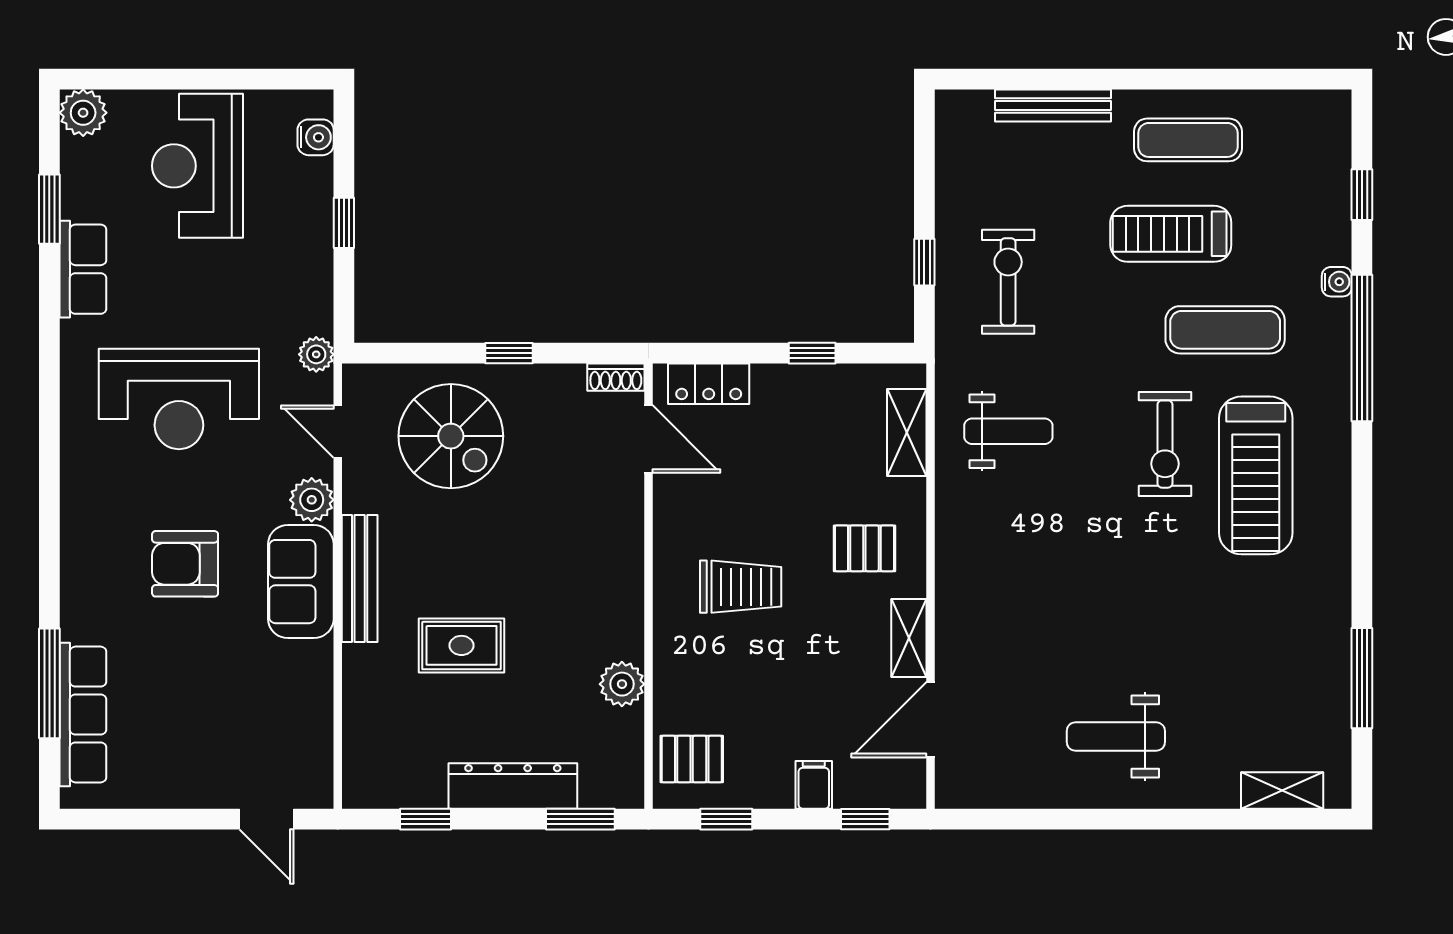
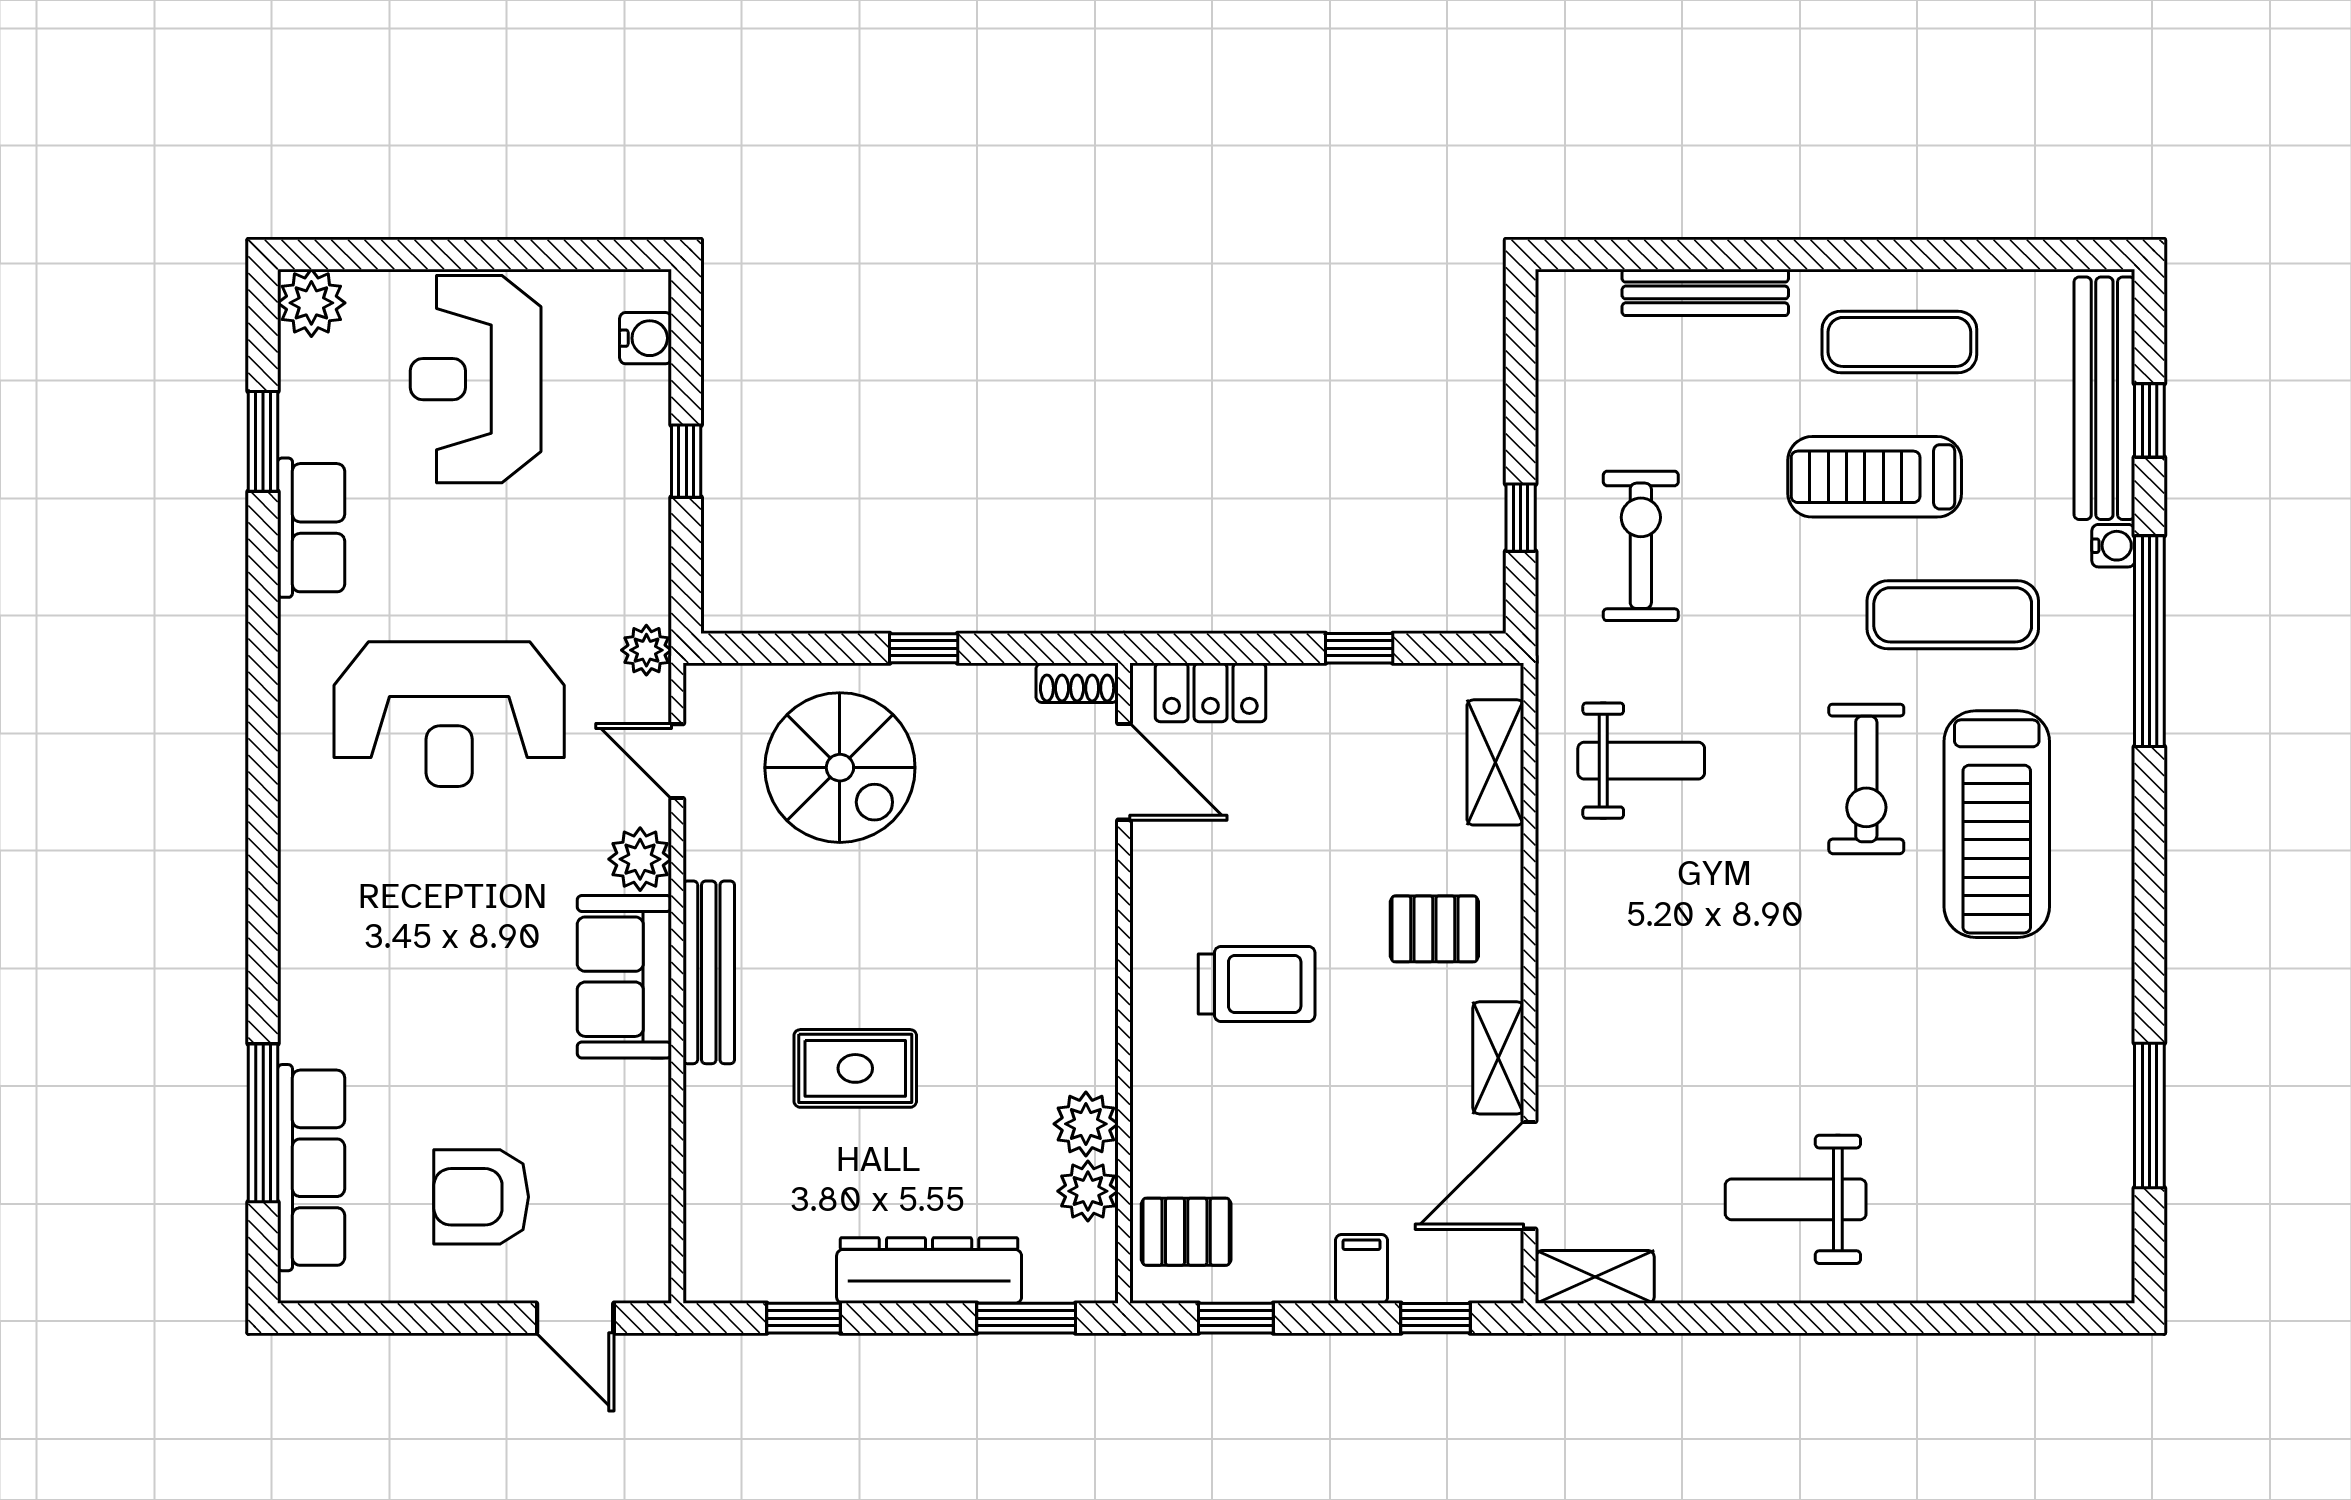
bench: (1331, 179) -> (2104, 398), added
armchair: (185, 564) -> (481, 1197), moved
plant: (623, 731) -> (1088, 1191), added
shelving: (1282, 790) -> (1595, 1277), moved

